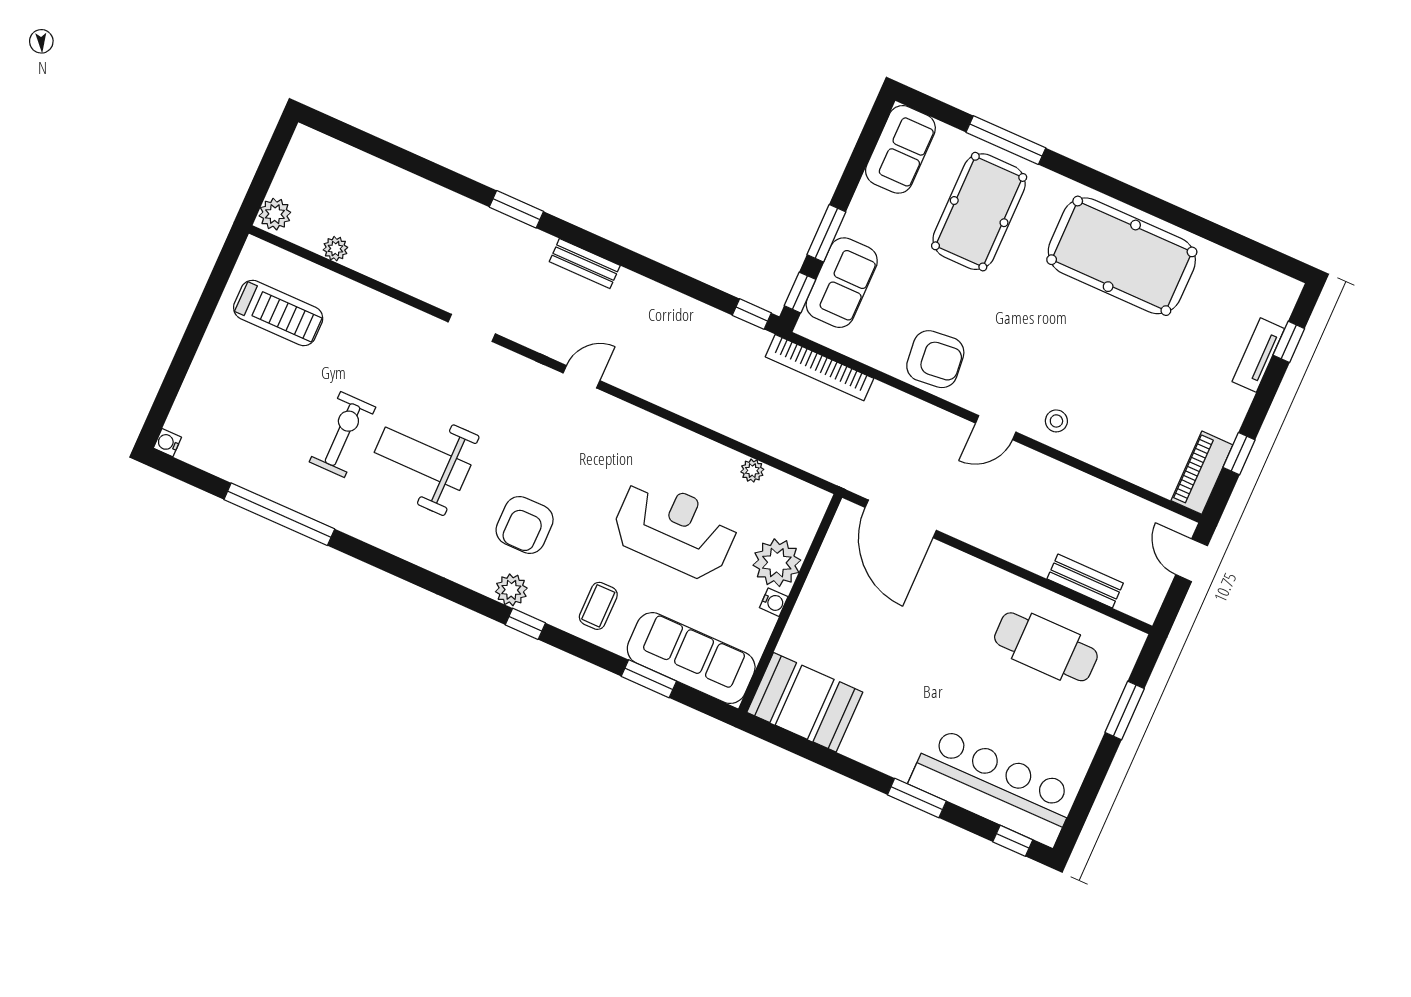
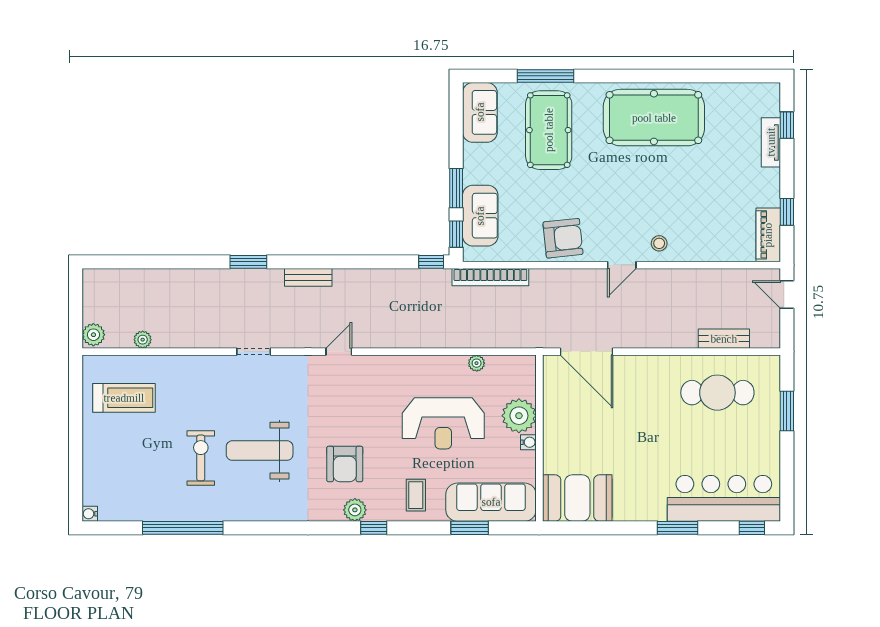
reception desk: (675, 529) -> (443, 423), turned 180

